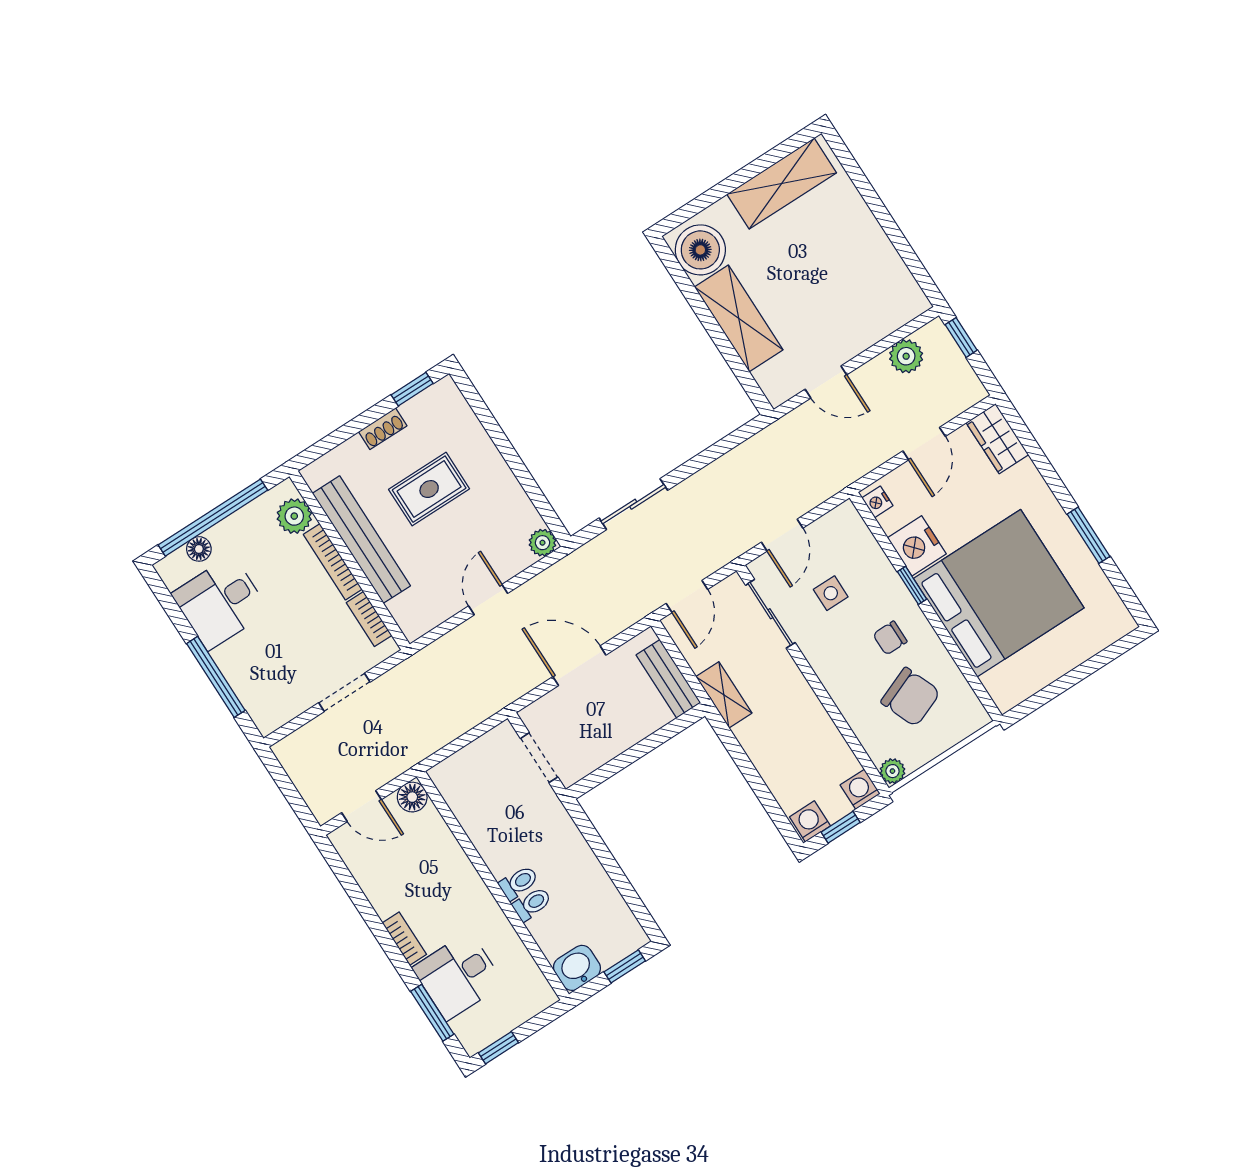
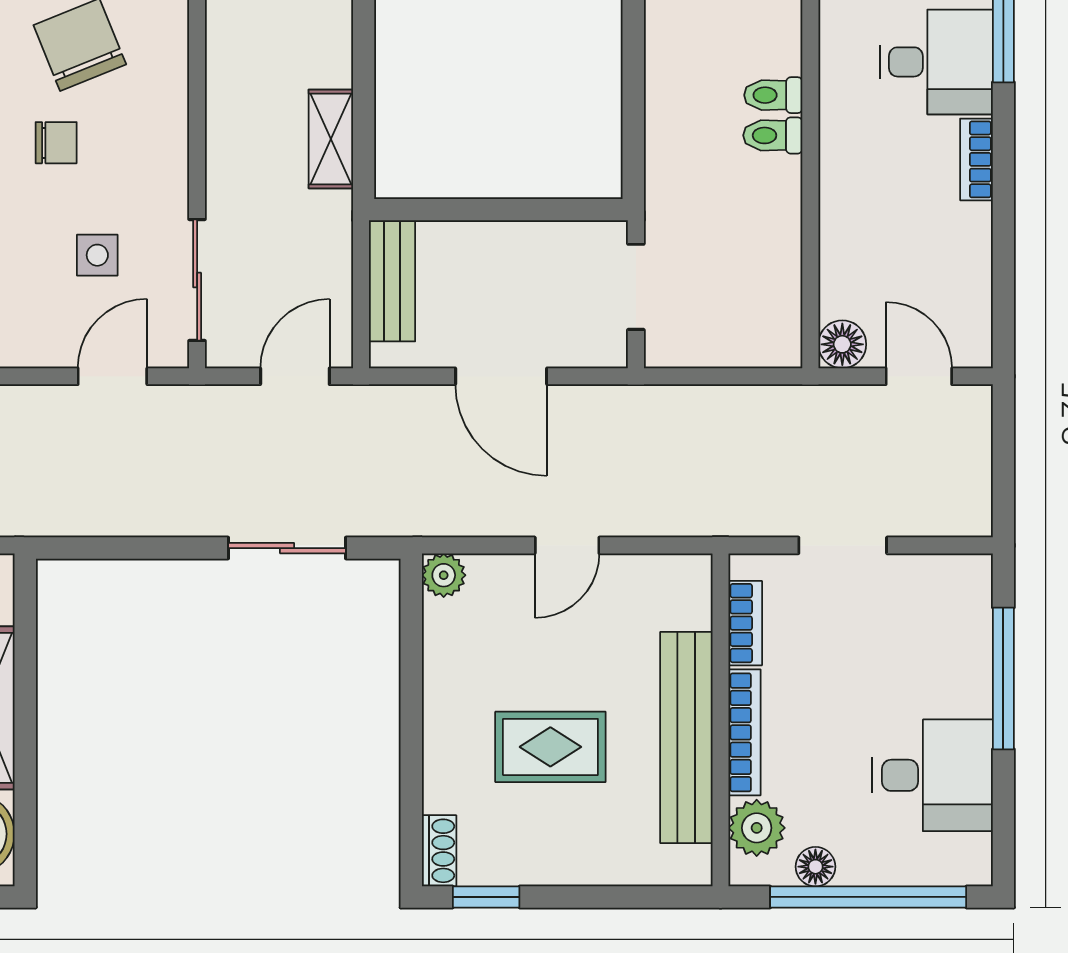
shoe rack: (383, 429) -> (439, 851), moved, turned 90
floor lamp: (199, 549) -> (815, 867), moved
shelving: (724, 695) -> (331, 139), moved

